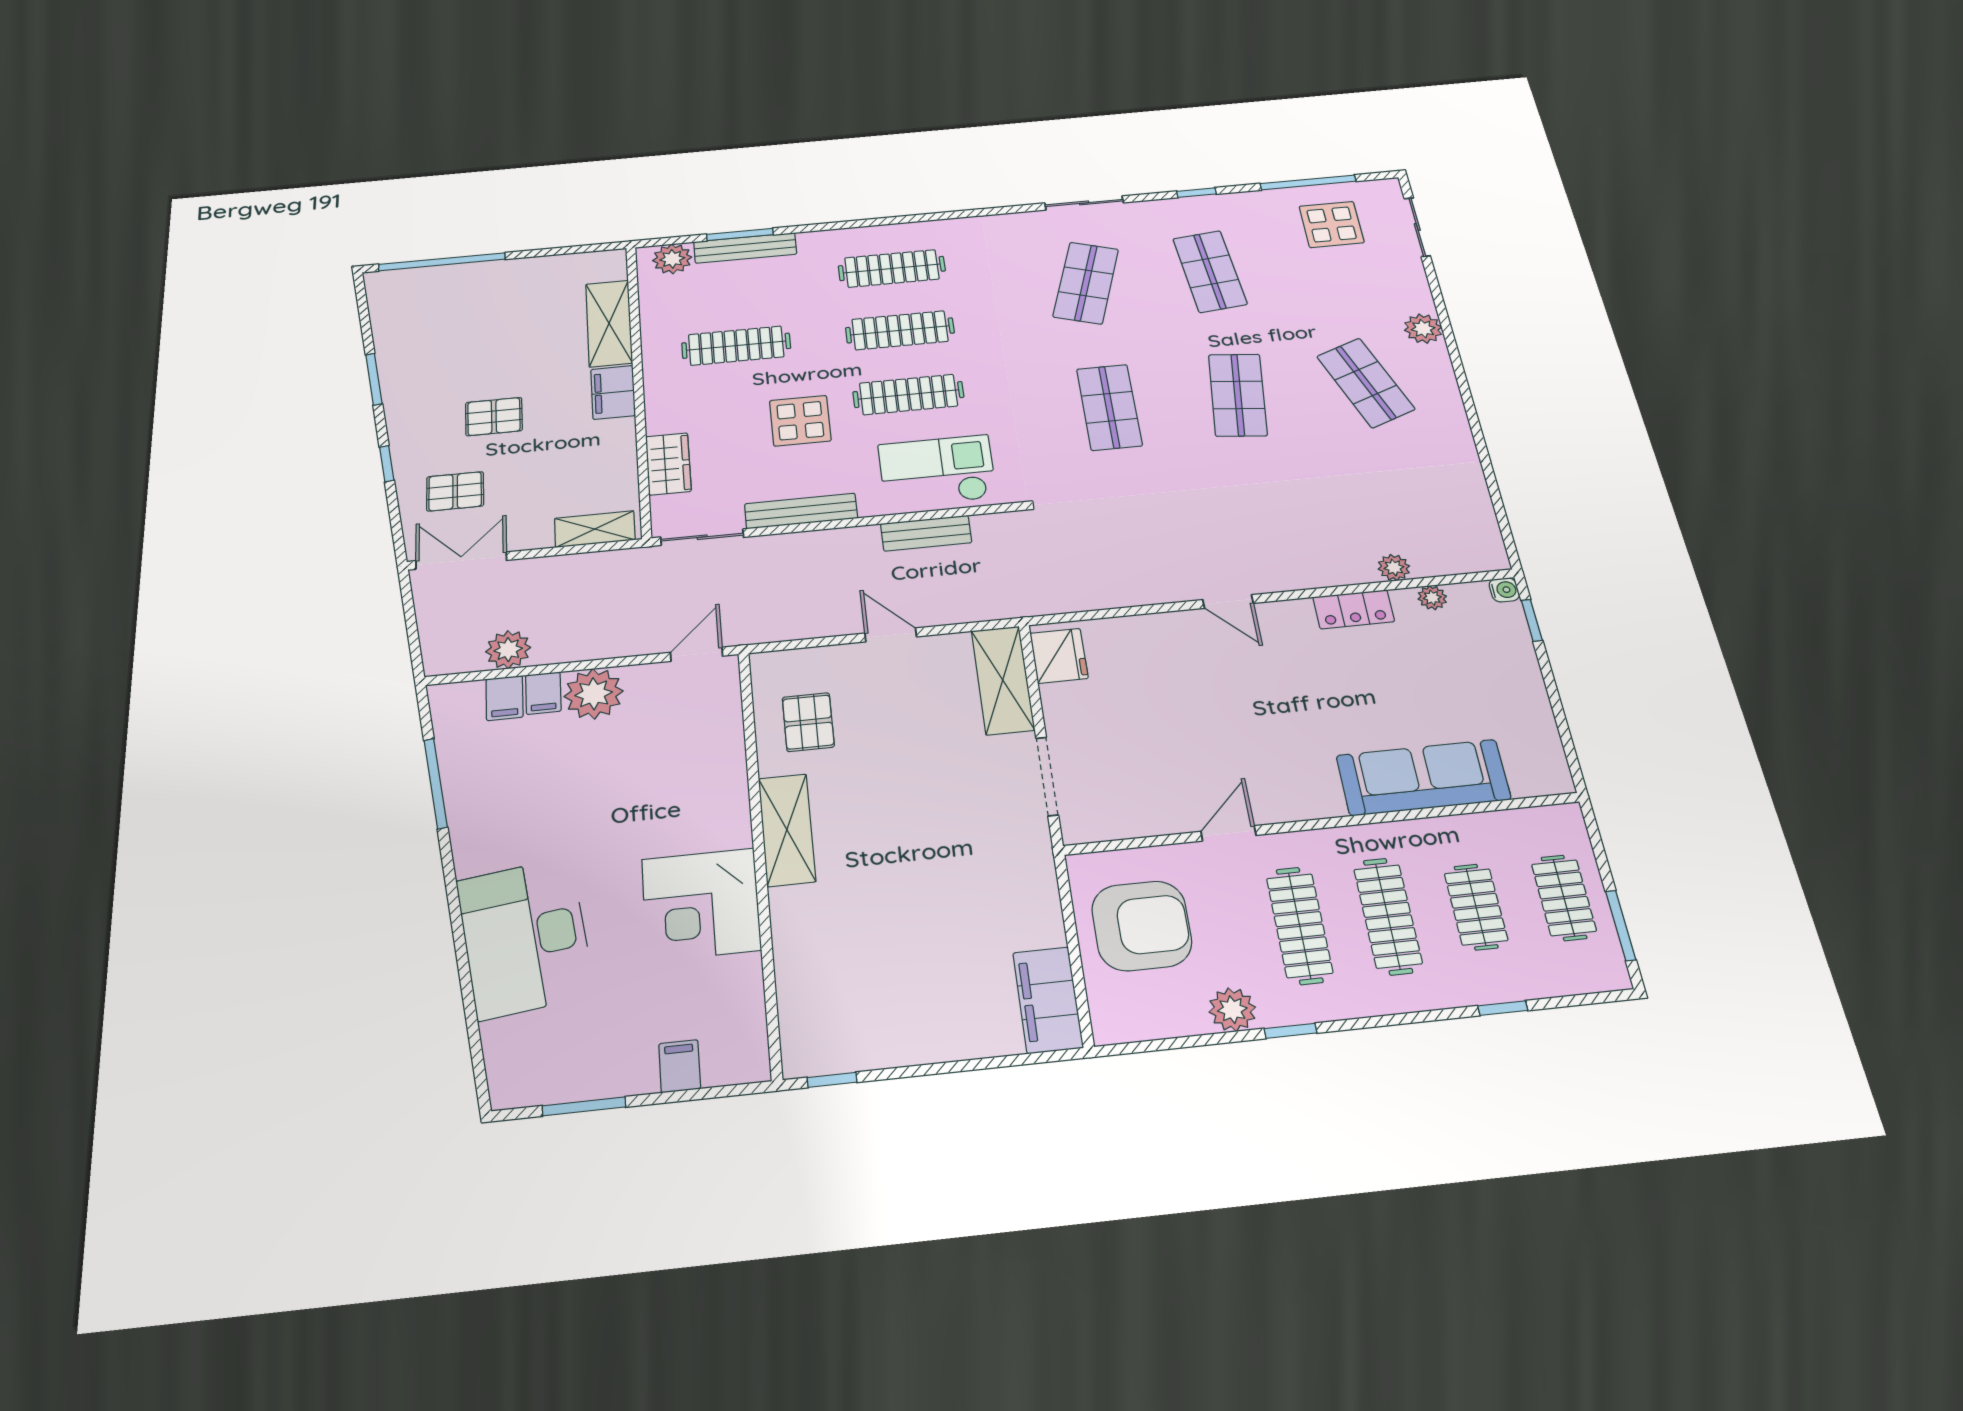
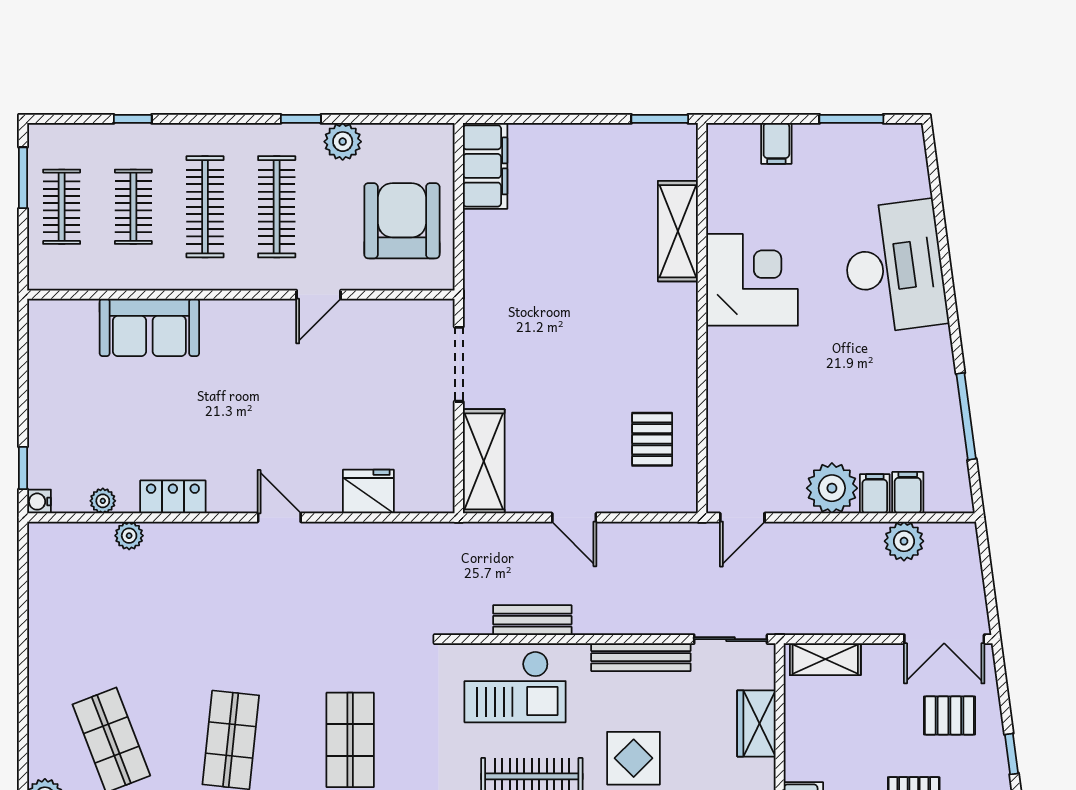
fridge: (1059, 656) -> (368, 492), moved, turned 90
sofa: (1423, 777) -> (149, 327), width x0.73
shelving: (787, 830) -> (678, 231), moved
armchair: (1142, 926) -> (402, 221), turned 90
window: (832, 1080) -> (660, 119), width x1.50

